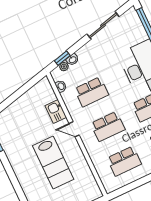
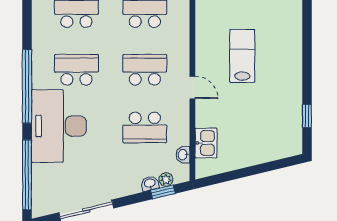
school desk: (91, 92) -> (145, 127), turned 180
kitchen sink: (56, 111) -> (206, 143), moved
lab bench: (53, 162) -> (242, 56), width x0.73, depth x0.72

